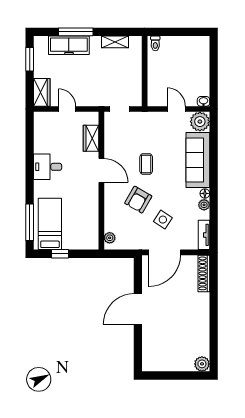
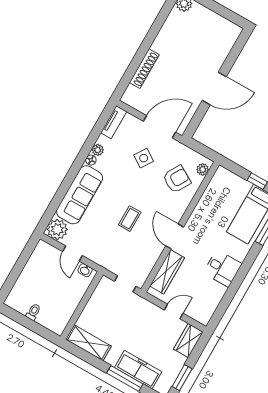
shelving: (115, 42) -> (88, 343), width x1.50, depth x1.33
toilet: (155, 43) -> (33, 312), moved
washbasin: (204, 101) -> (85, 270), moved
door: (67, 109) -> (174, 312), swing flipped
wardrobe: (91, 138) -> (167, 272), width x1.50
armchair: (138, 200) -> (177, 179), moved
shoe rack: (204, 273) -> (144, 69), moved

